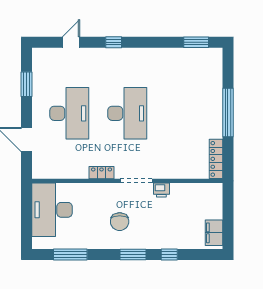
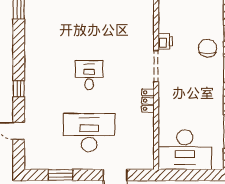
desk: (127, 113) -> (89, 75), width x0.53, depth x0.77
chair: (120, 222) -> (208, 48), moved, turned -90

